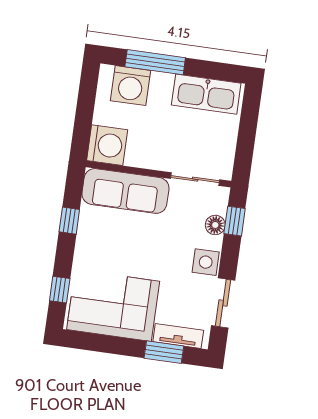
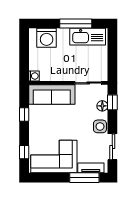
window: (155, 62) -> (76, 24), moved
washing machine: (107, 145) -> (34, 76), width x0.53, depth x0.53
window: (164, 352) -> (84, 178), width x1.44

